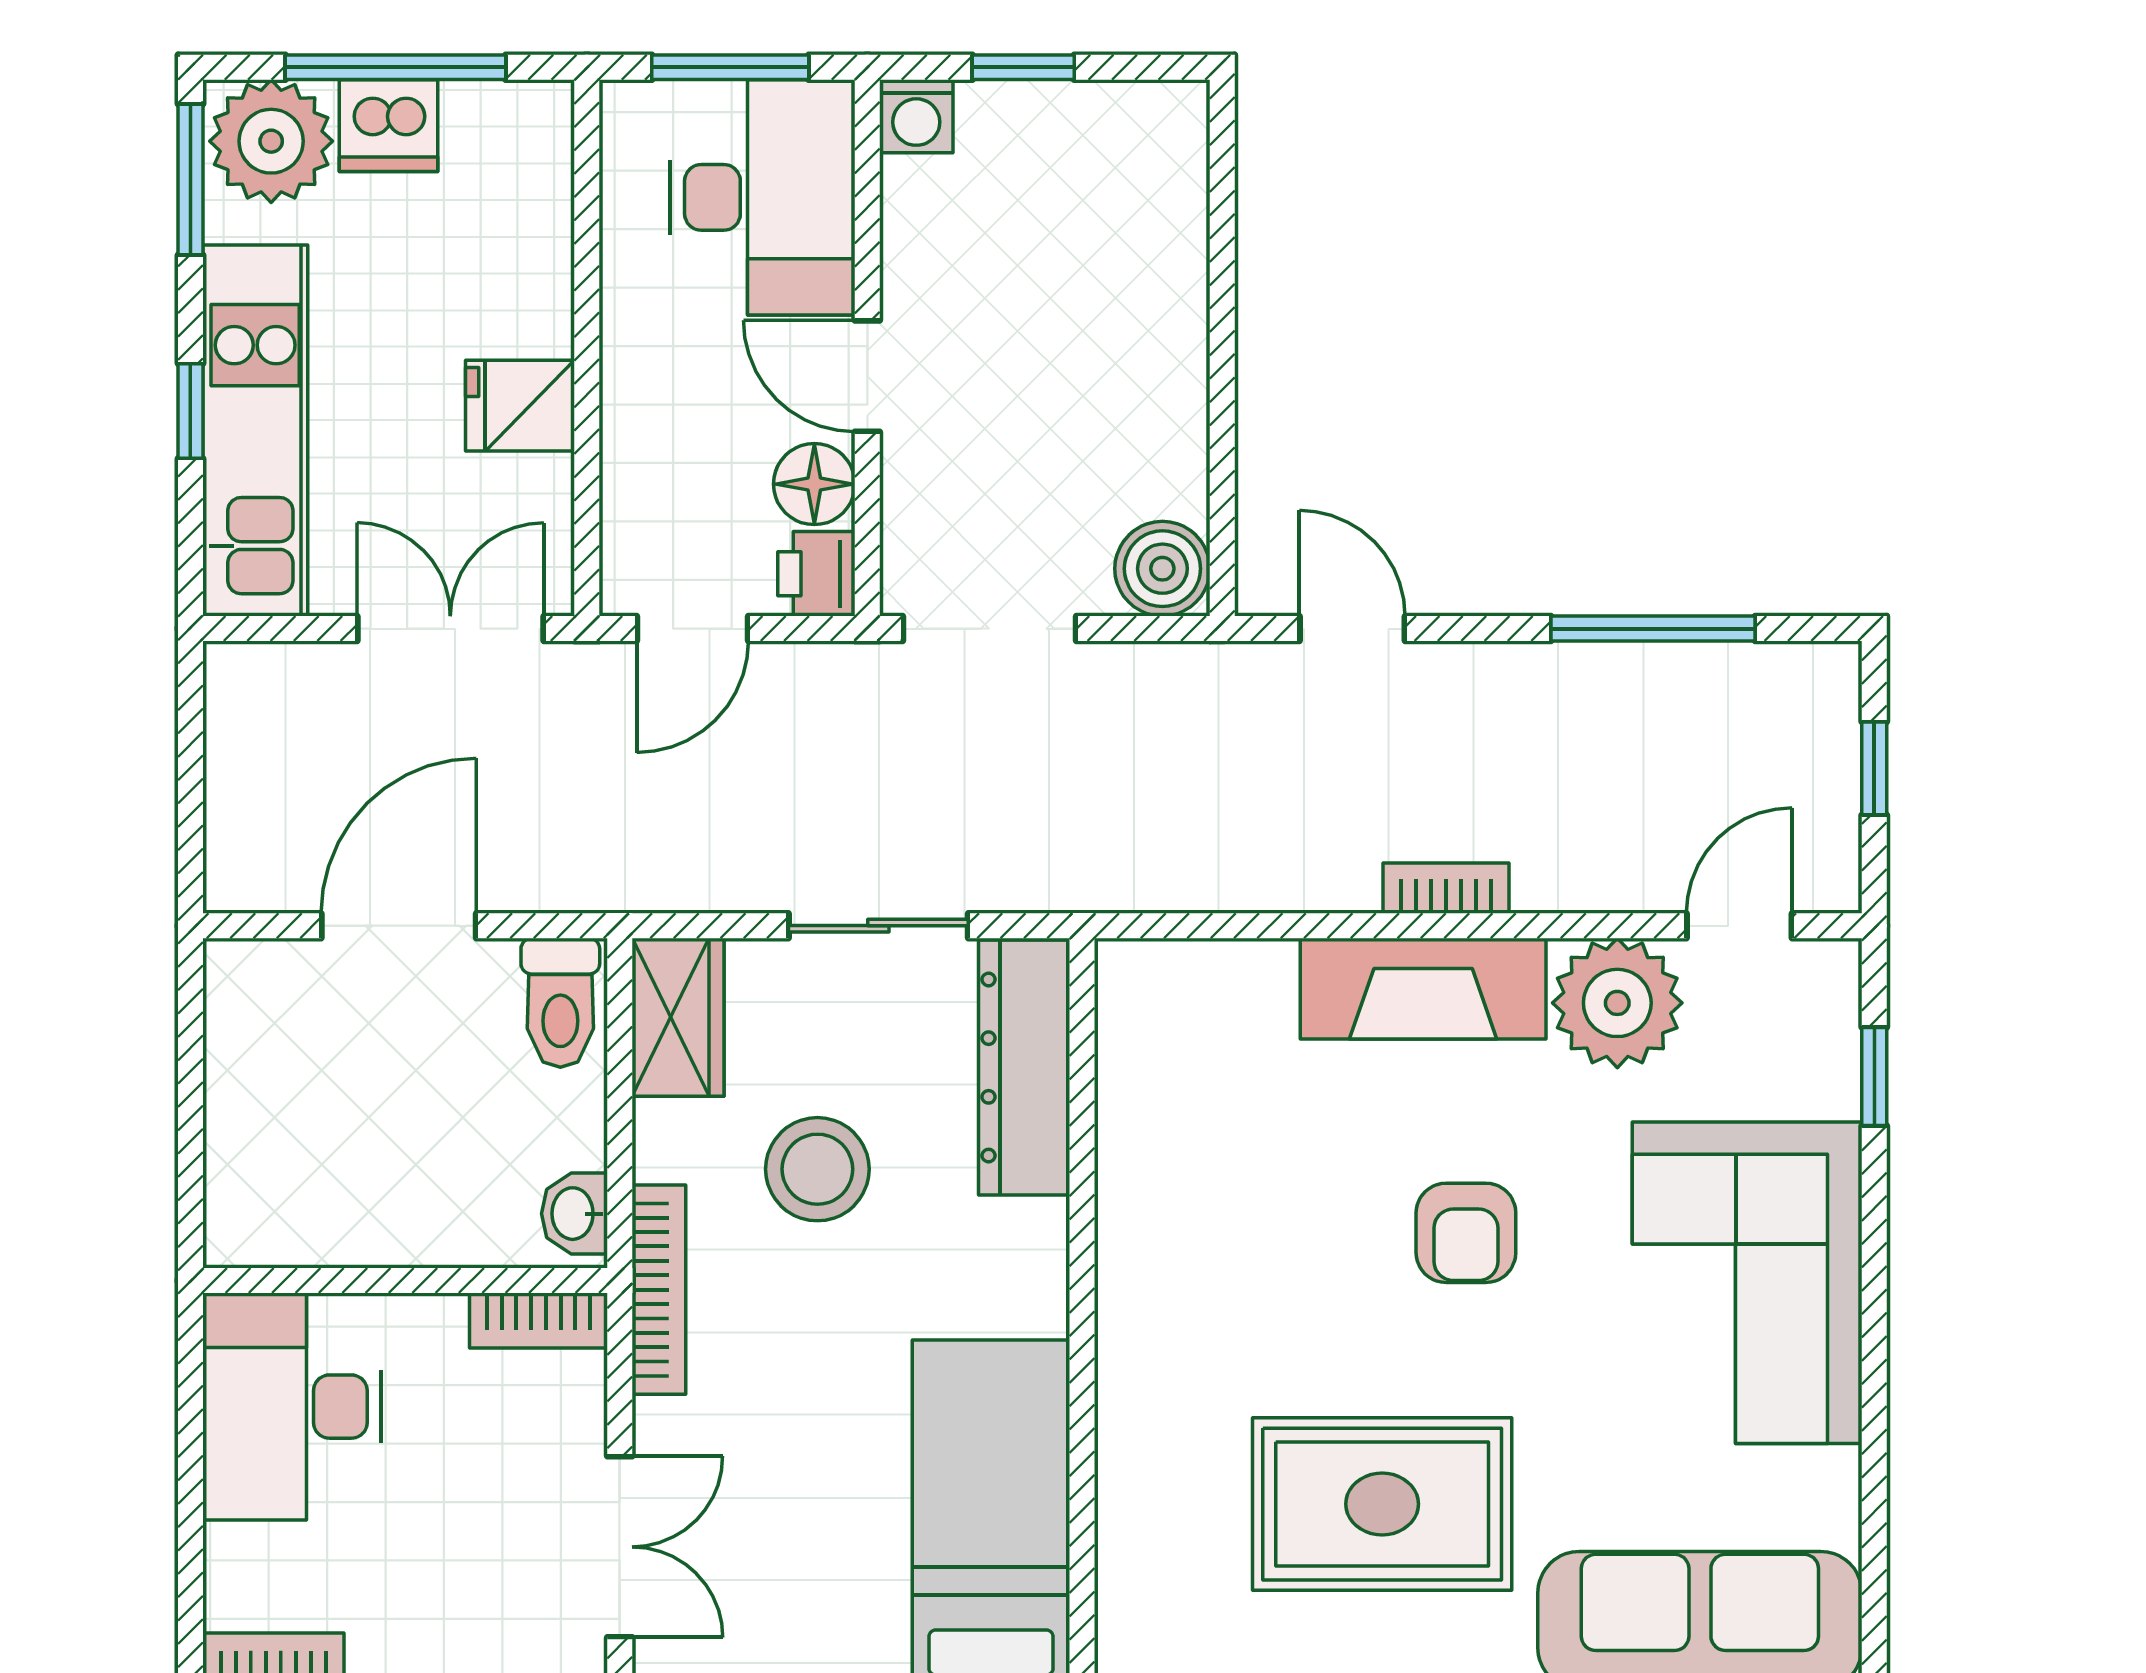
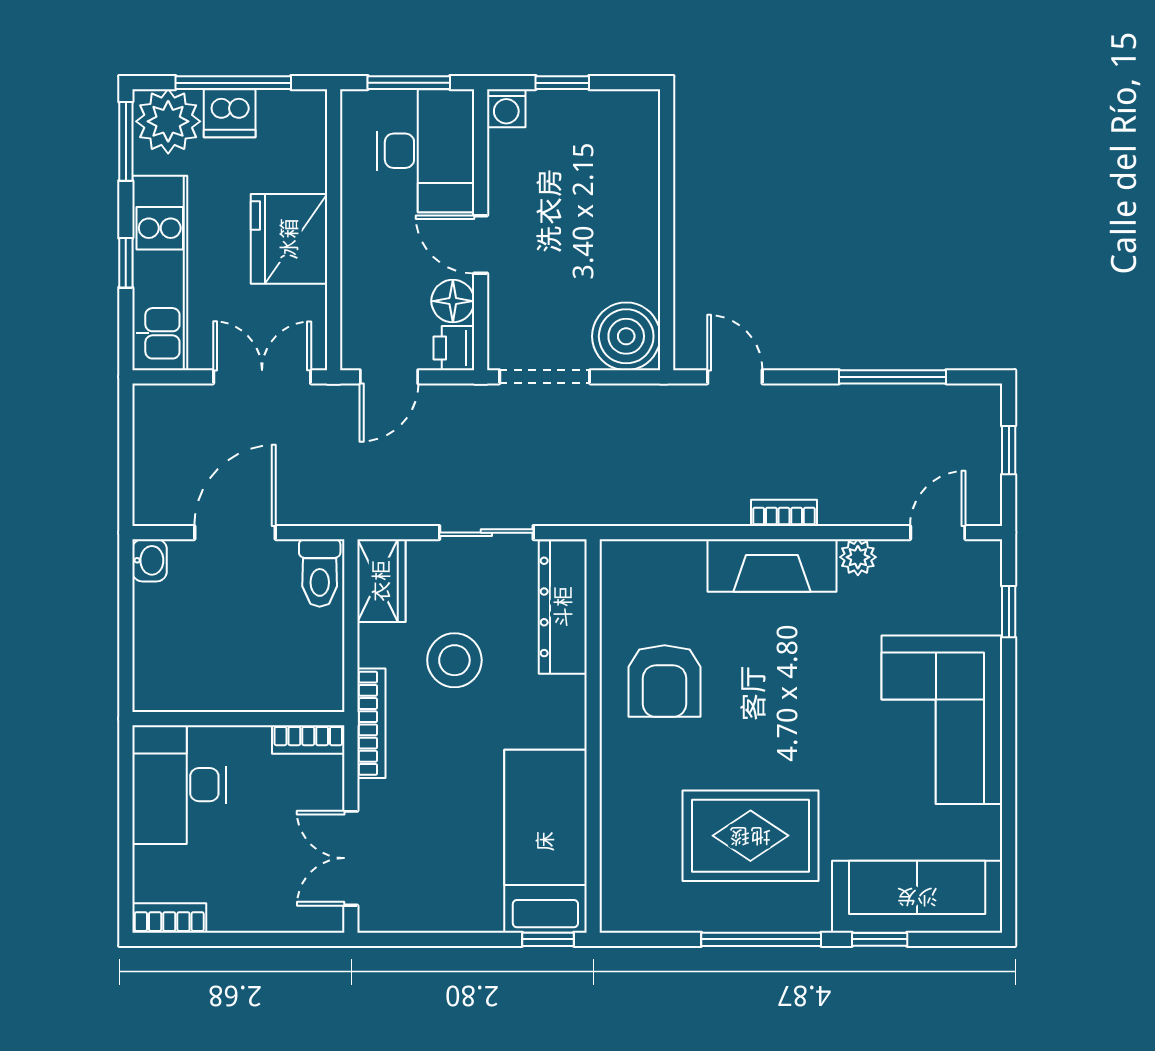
fridge: (520, 406) -> (289, 239), width x1.88, depth x1.34
boiler: (1162, 569) -> (626, 336), width x1.37, depth x1.37
plant: (1617, 1003) -> (858, 557), width x0.53, depth x0.53
washbasin: (575, 1214) -> (149, 560), moved, turned 180
armchair: (1466, 1233) -> (664, 681), moved, width x1.38, depth x1.38
double door: (620, 1547) -> (351, 858), swing flipped

